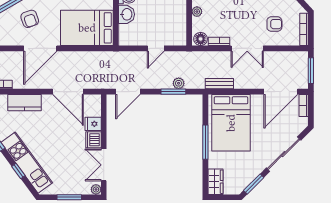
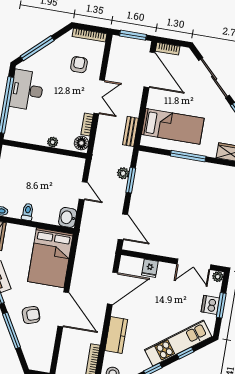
washbasin: (126, 14) -> (68, 217), moved, turned -90
bed: (231, 123) -> (173, 126), width x0.67
dishwasher: (93, 140) -> (210, 305), moved, turned 90

